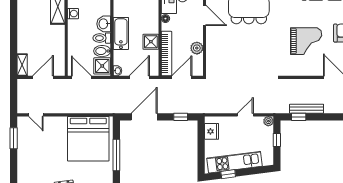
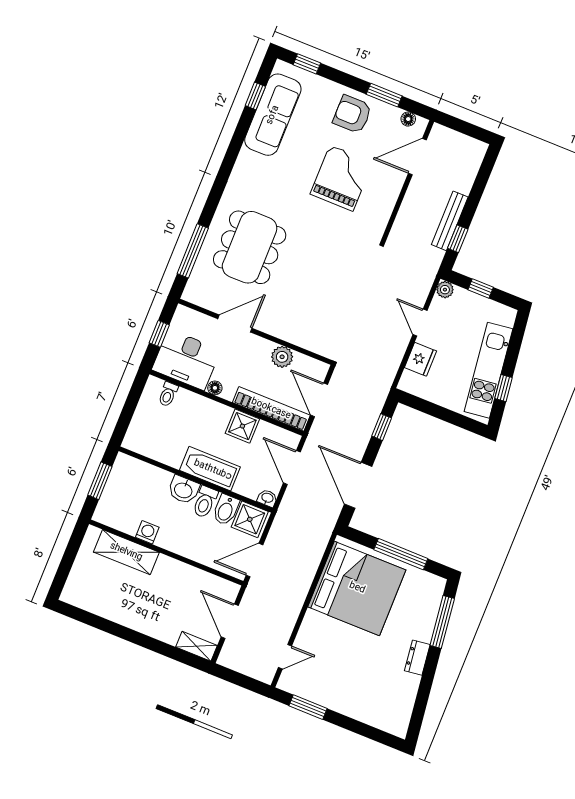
fridge: (212, 131) -> (421, 359), moved, turned 90

